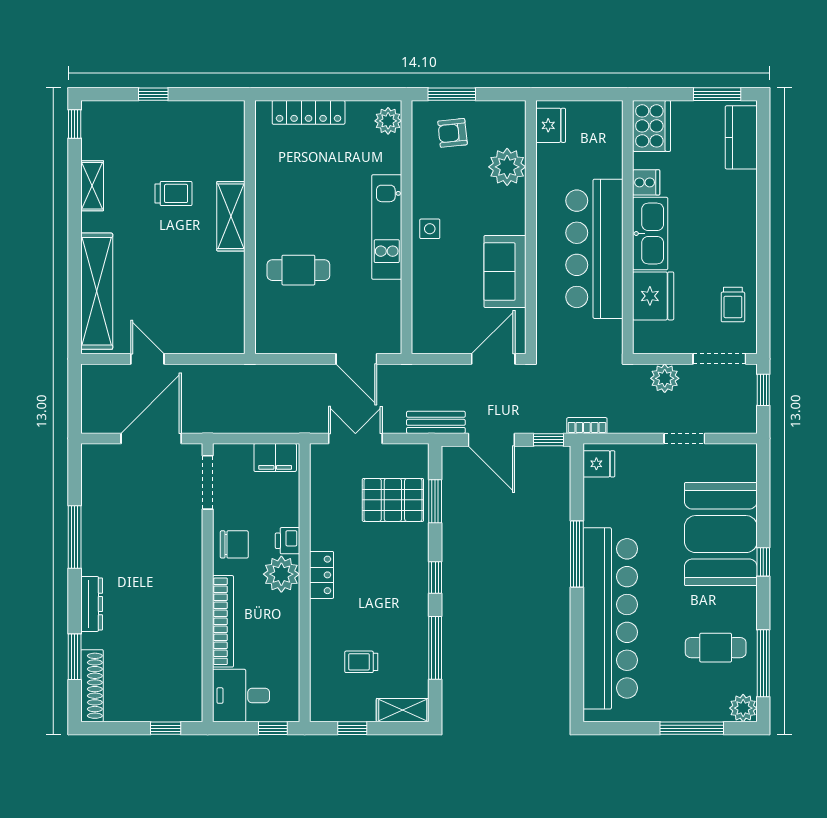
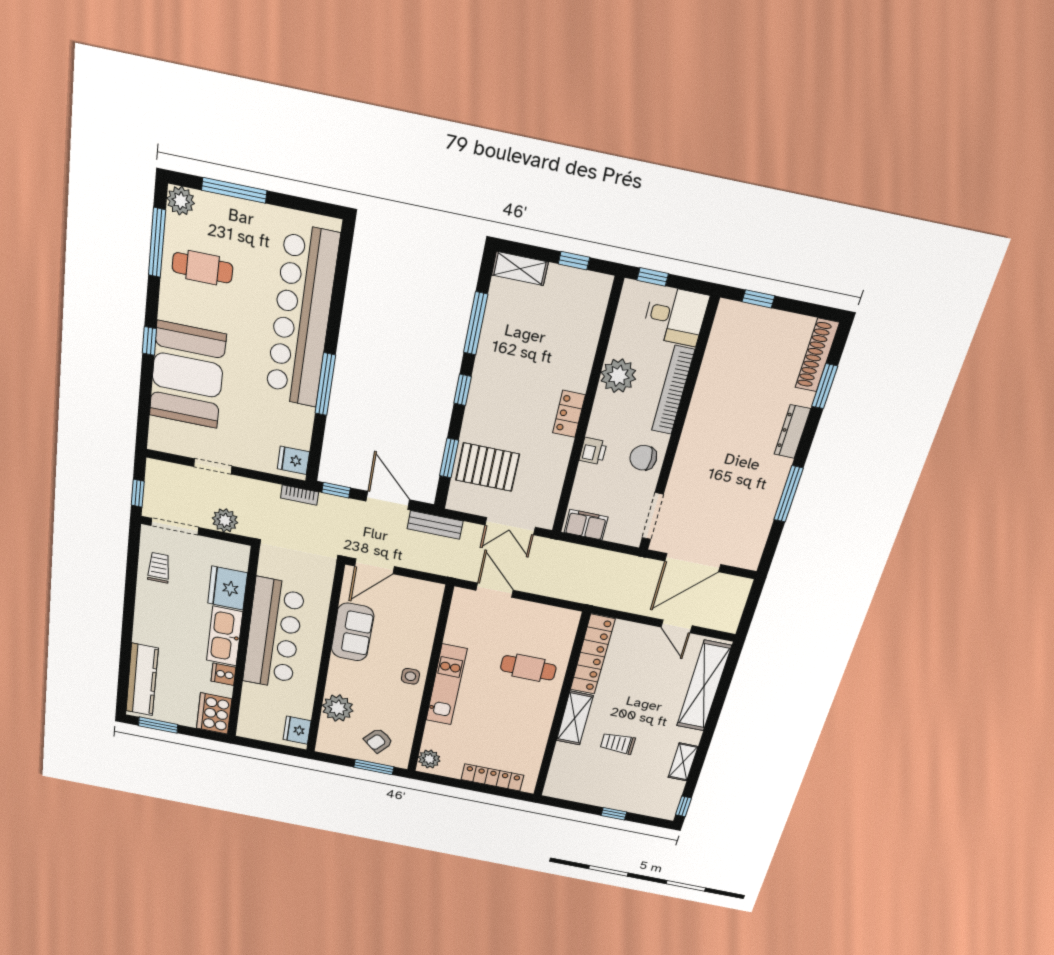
armchair: (452, 133) -> (378, 741), turned 136
kitchen counter: (741, 137) -> (142, 680), width x1.50
locker: (231, 303) -> (593, 655), added
plant: (281, 574) -> (618, 376), moved
trolley: (361, 662) -> (550, 325), removed

